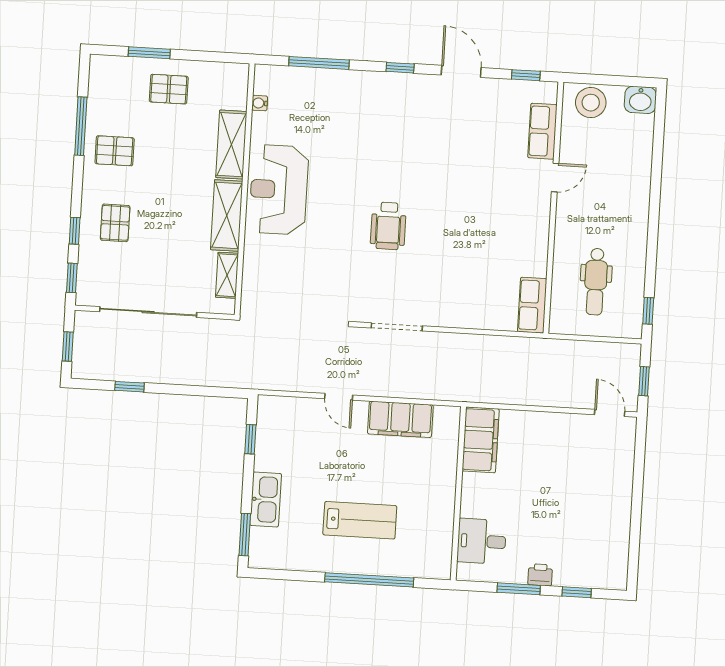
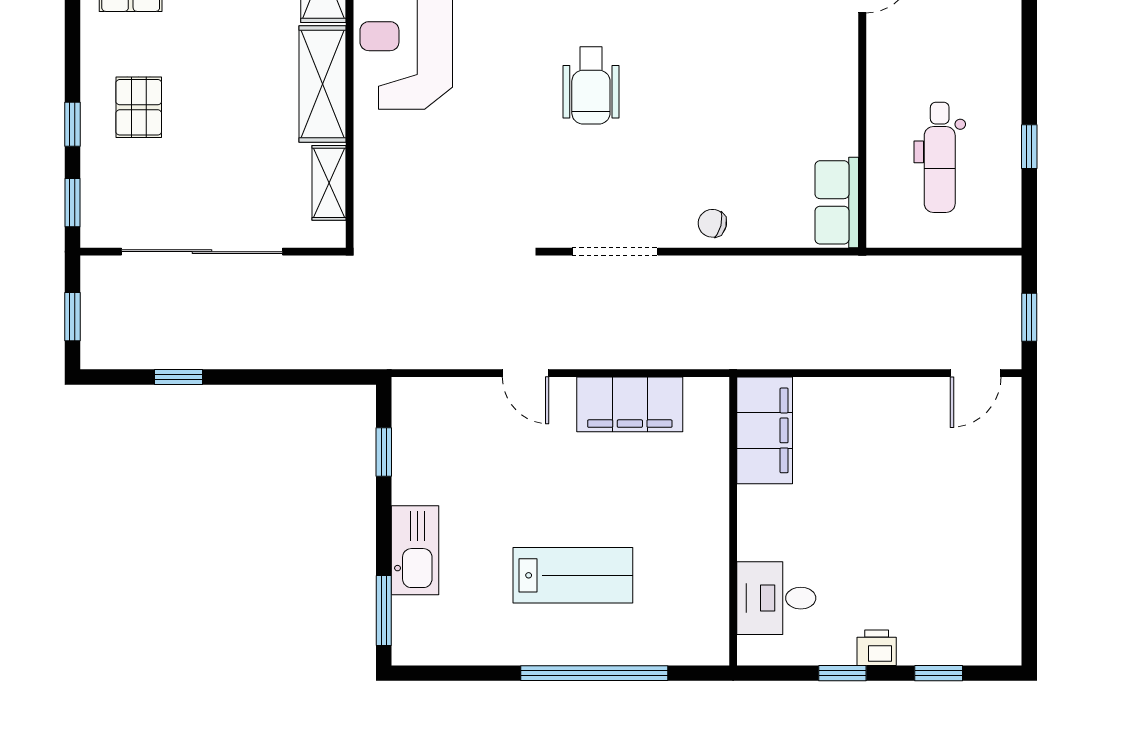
window: (648, 311) -> (1029, 147), moved
chair: (456, 313) -> (712, 223), added
door: (610, 413) -> (976, 373), swing flipped
window: (519, 589) -> (842, 673), width x0.67

